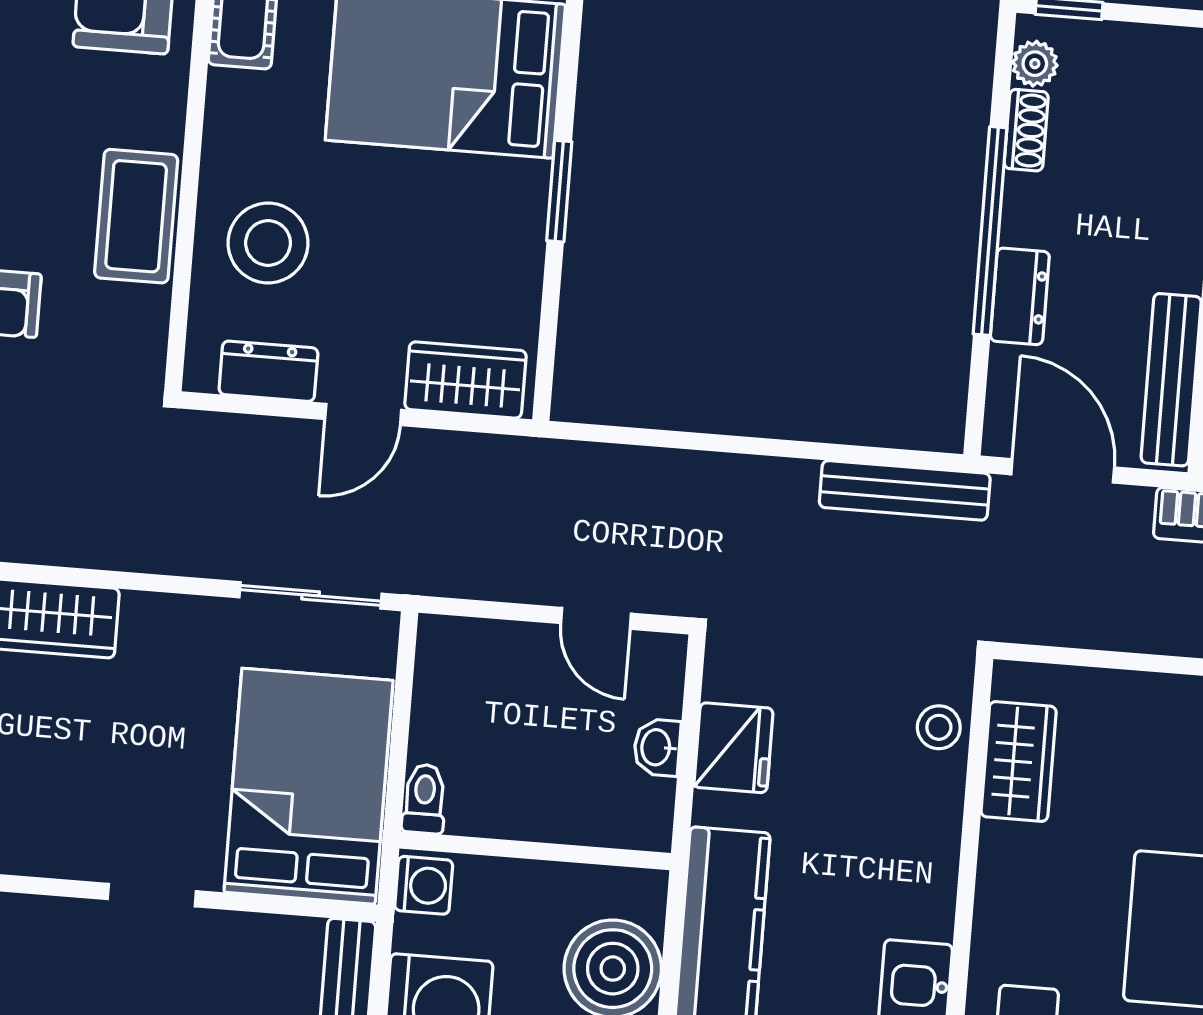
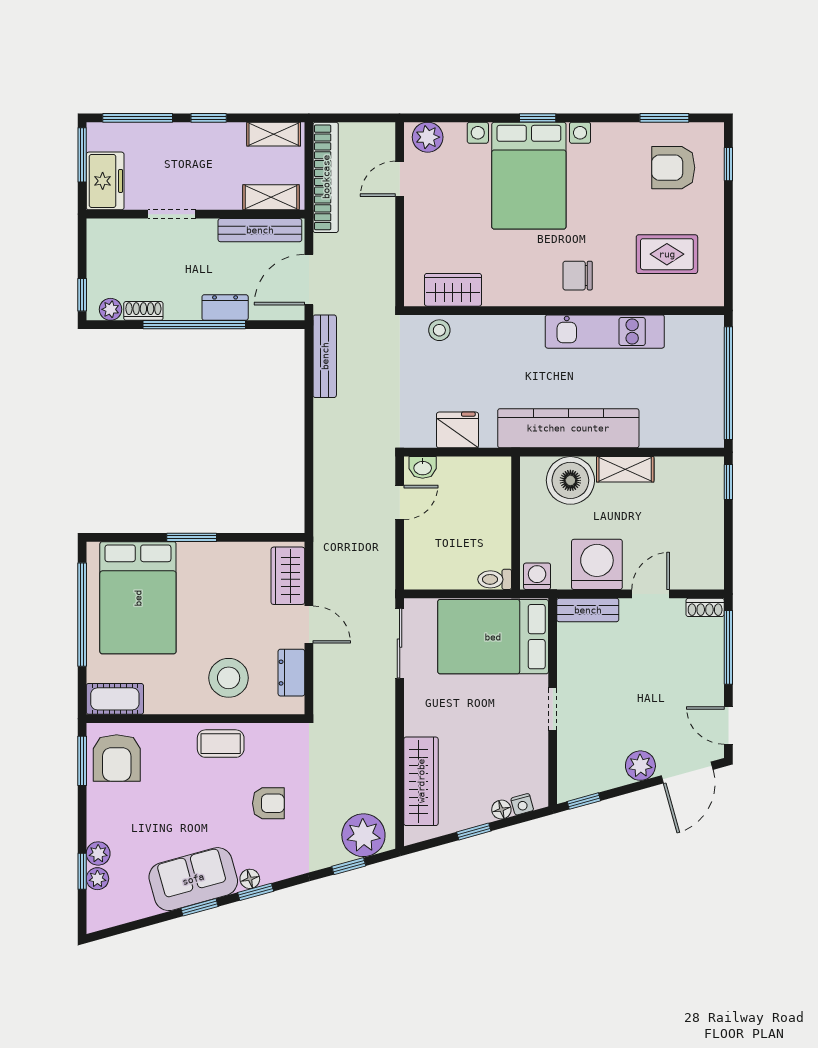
coffee table: (136, 216) -> (221, 744), width x0.73, depth x0.77
washbasin: (657, 747) -> (423, 467), moved

